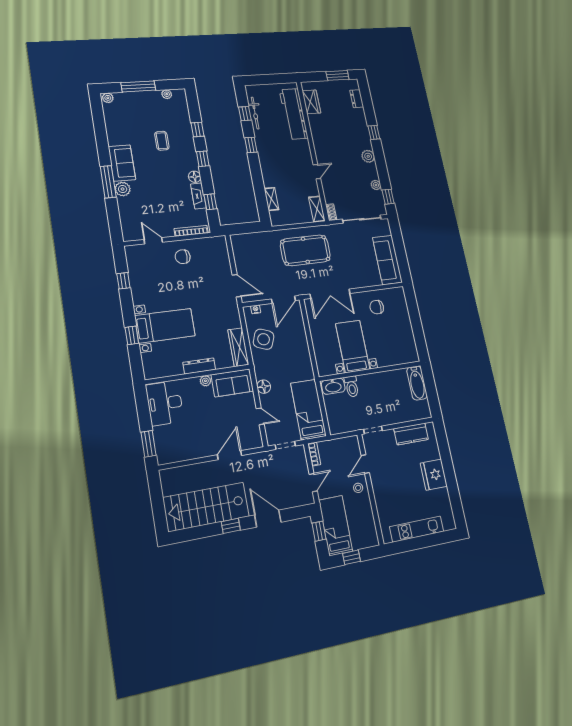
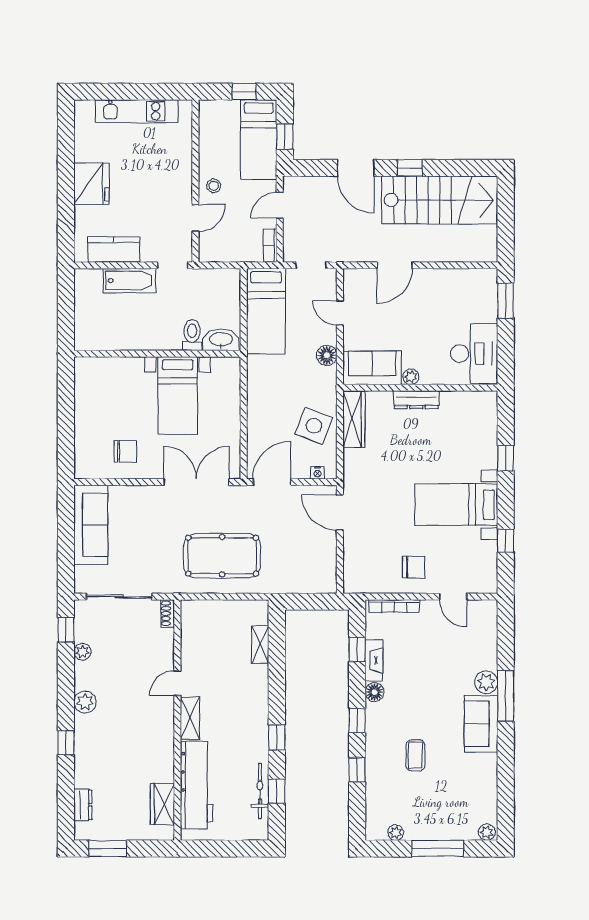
shelving: (317, 209) -> (190, 718), moved
bed with nightstands: (165, 326) -> (456, 505), moved
bathtub: (417, 383) -> (129, 281), moved, turned 90

